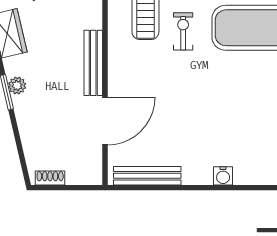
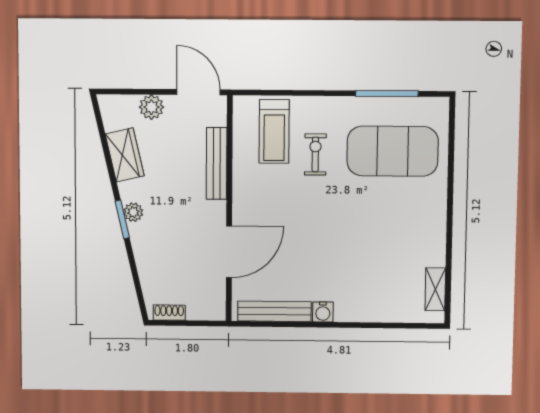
bench: (93, 63) -> (217, 163), moved
water cooler: (223, 176) -> (323, 312), moved

